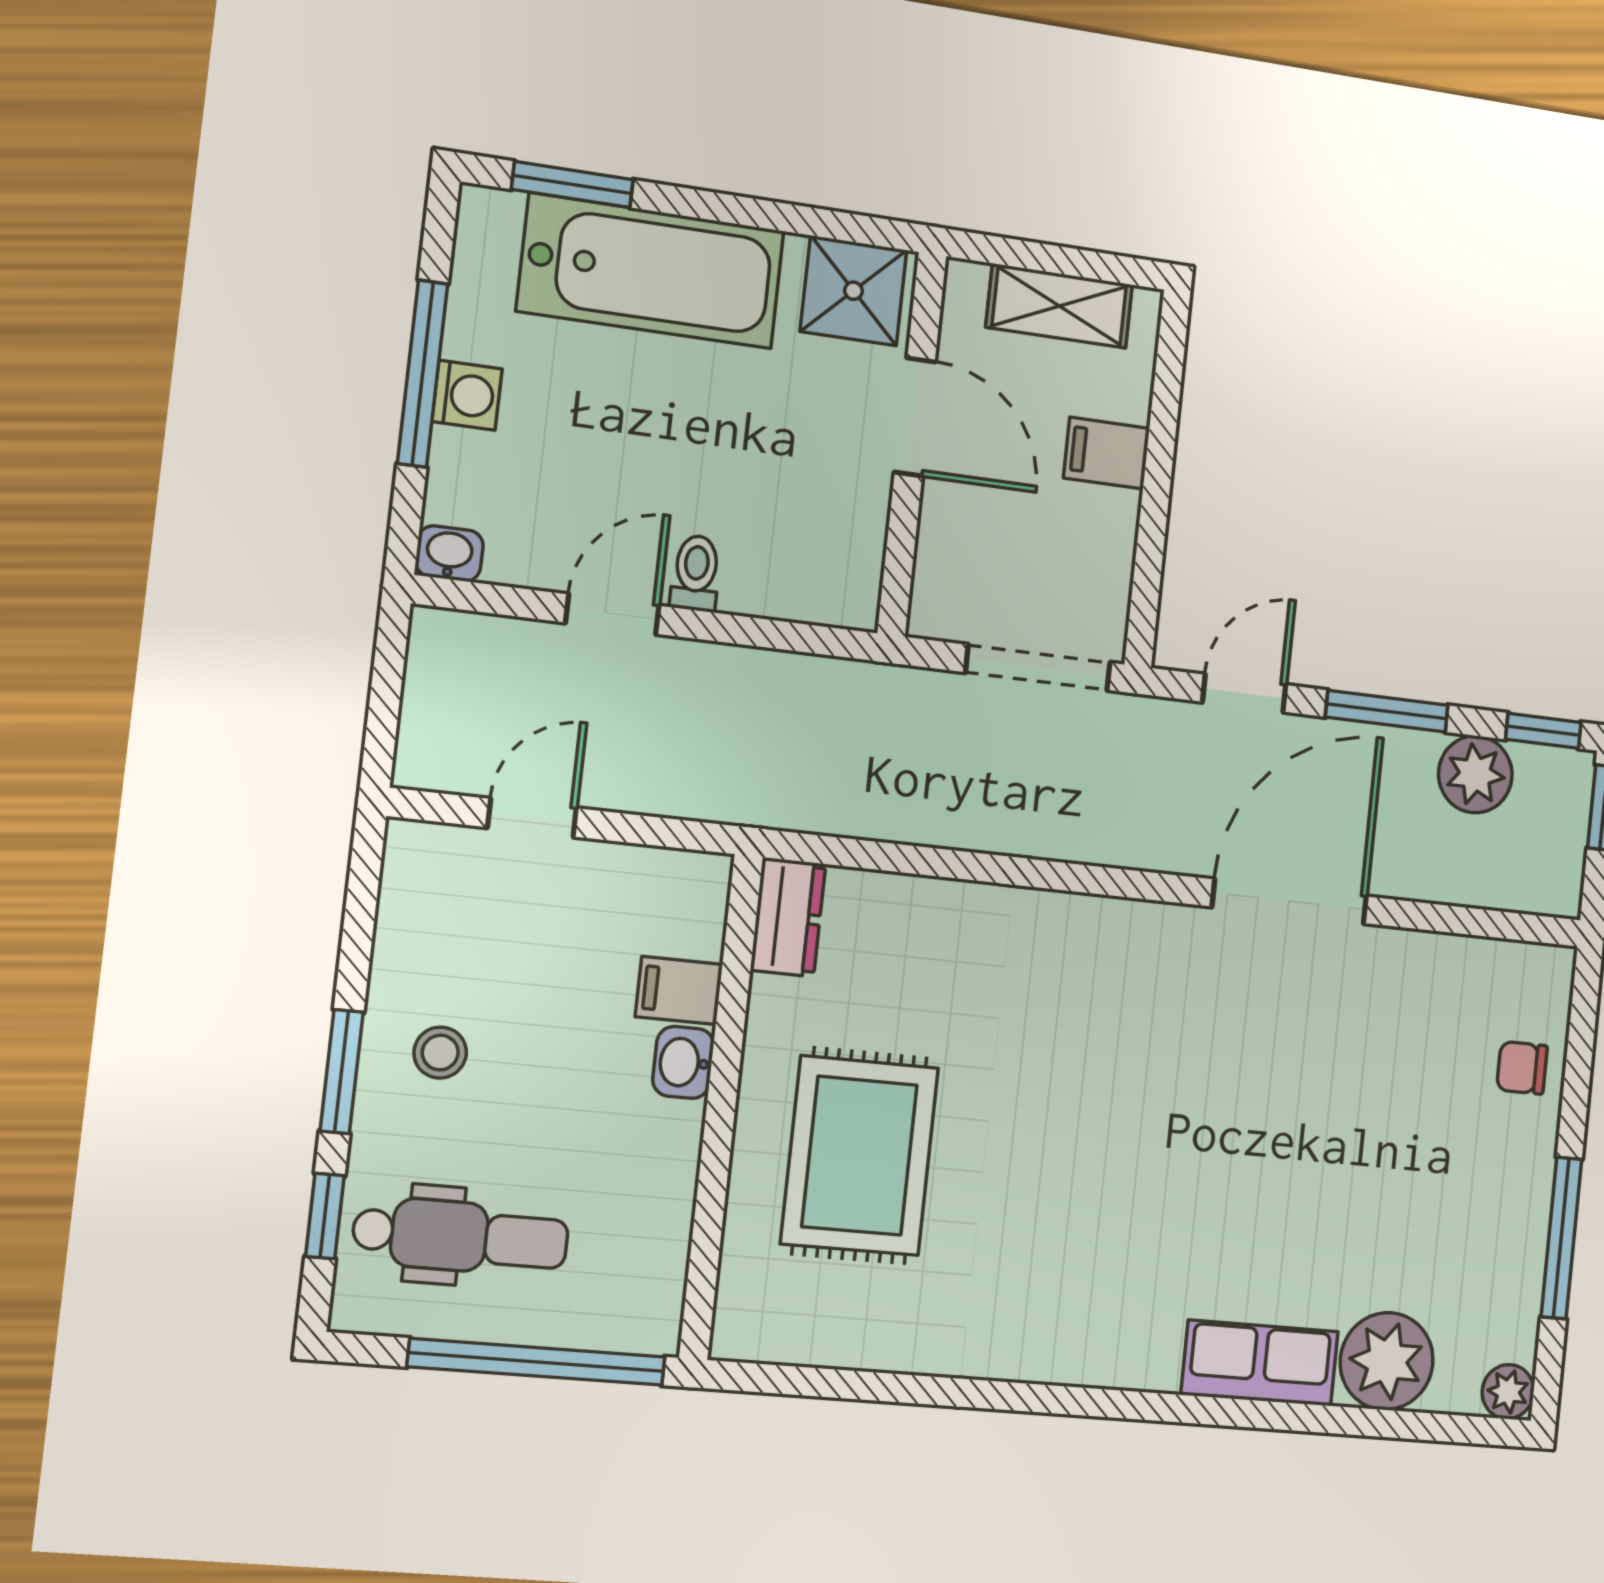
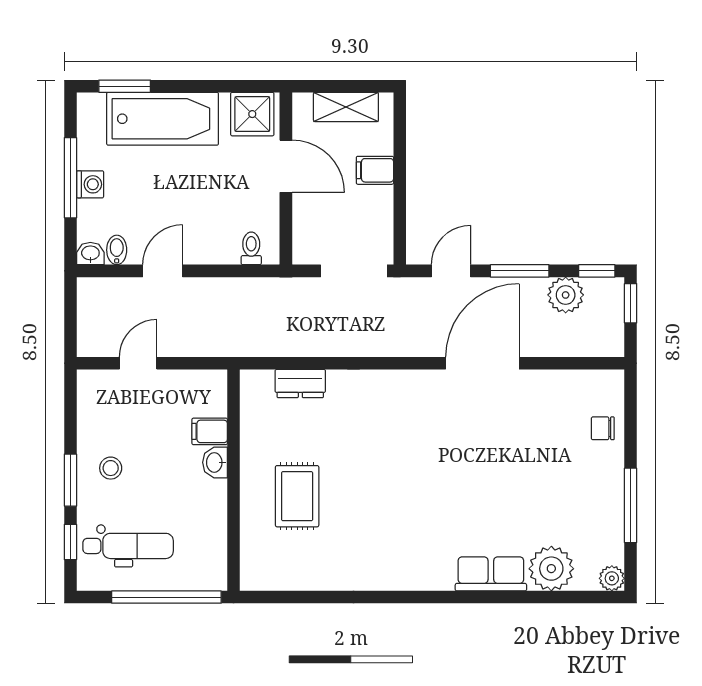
bidet: (512, 553) -> (117, 250), added
toilet: (696, 573) -> (251, 248), moved
dresser: (788, 917) -> (300, 383), moved, turned 90
rug: (860, 1156) -> (297, 496), width x0.73, depth x0.70

